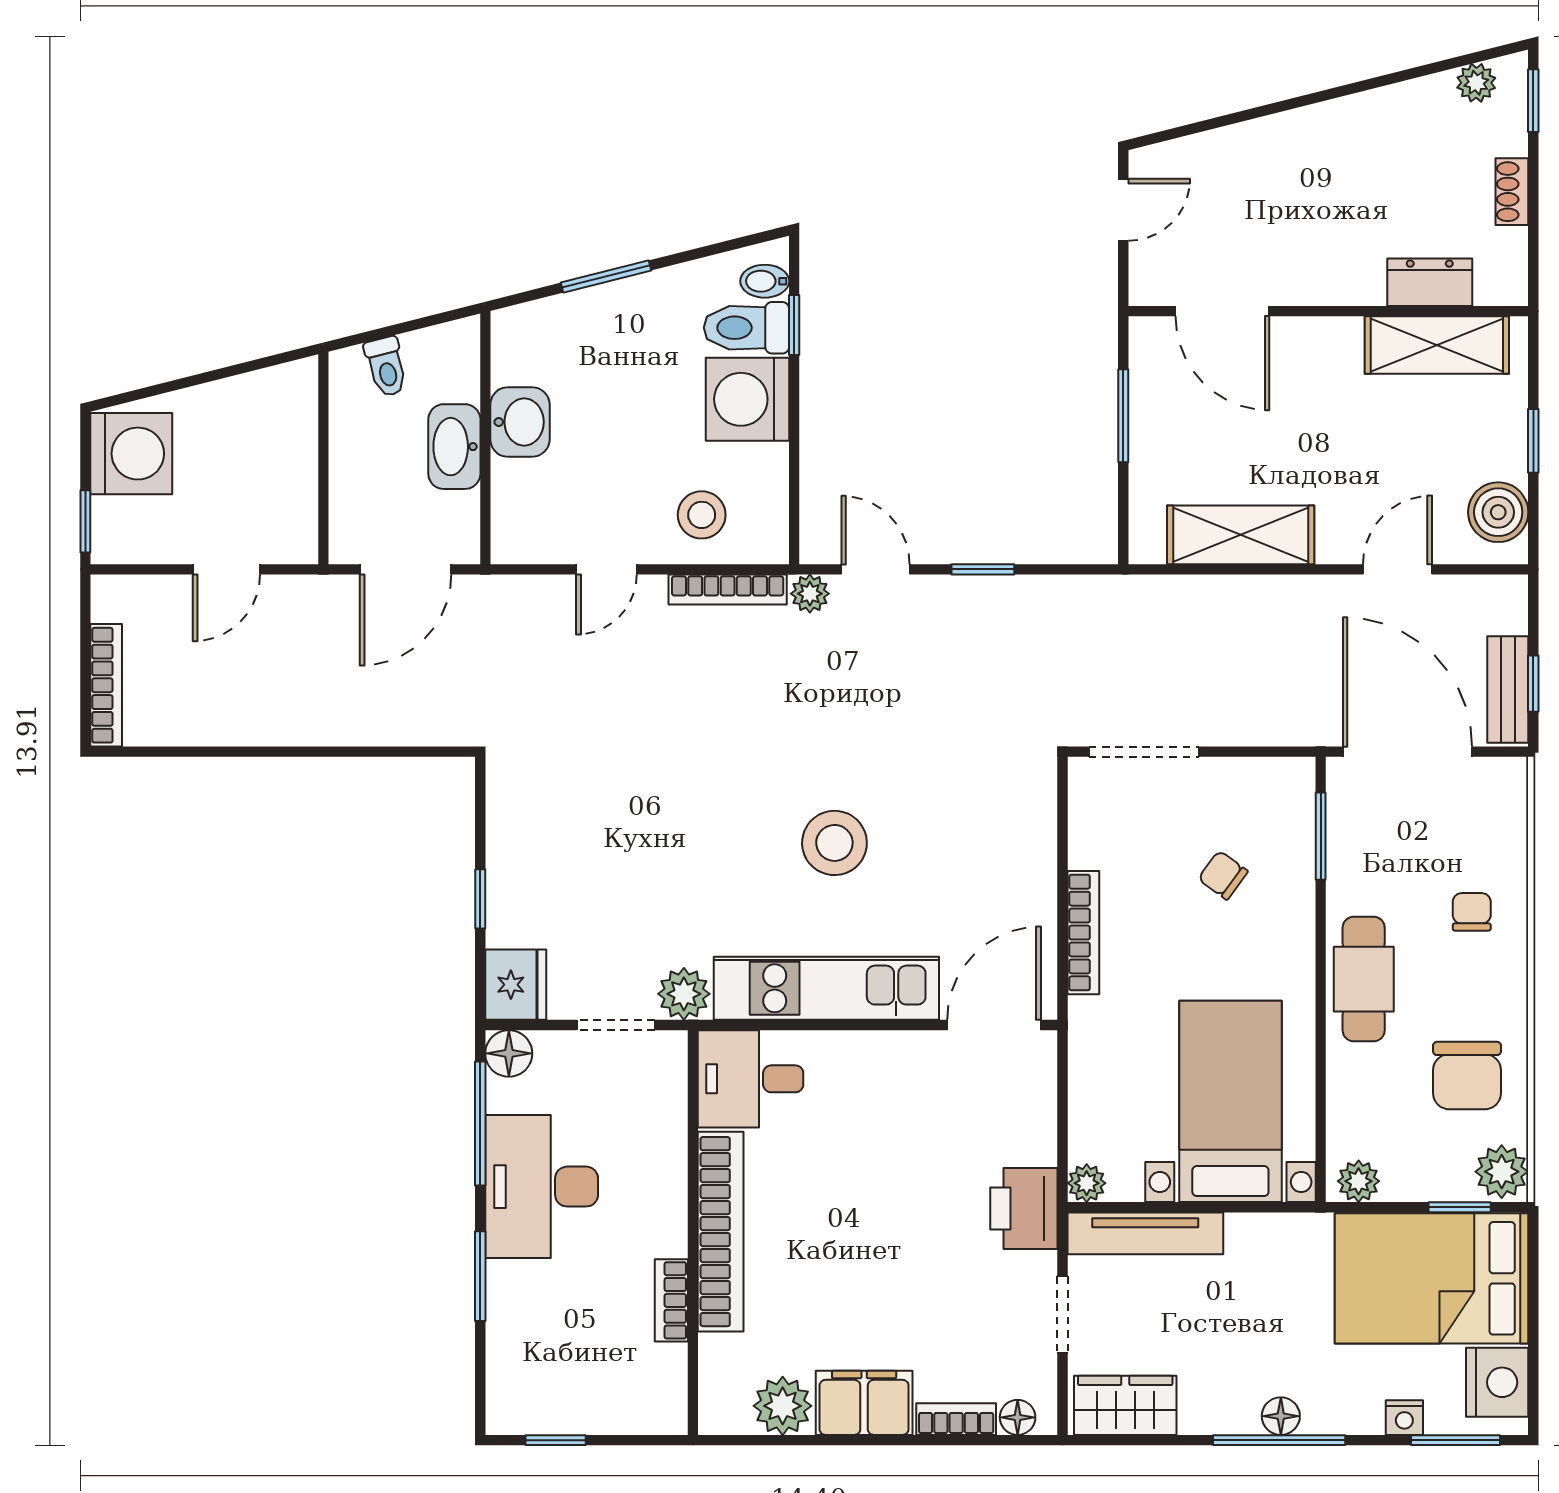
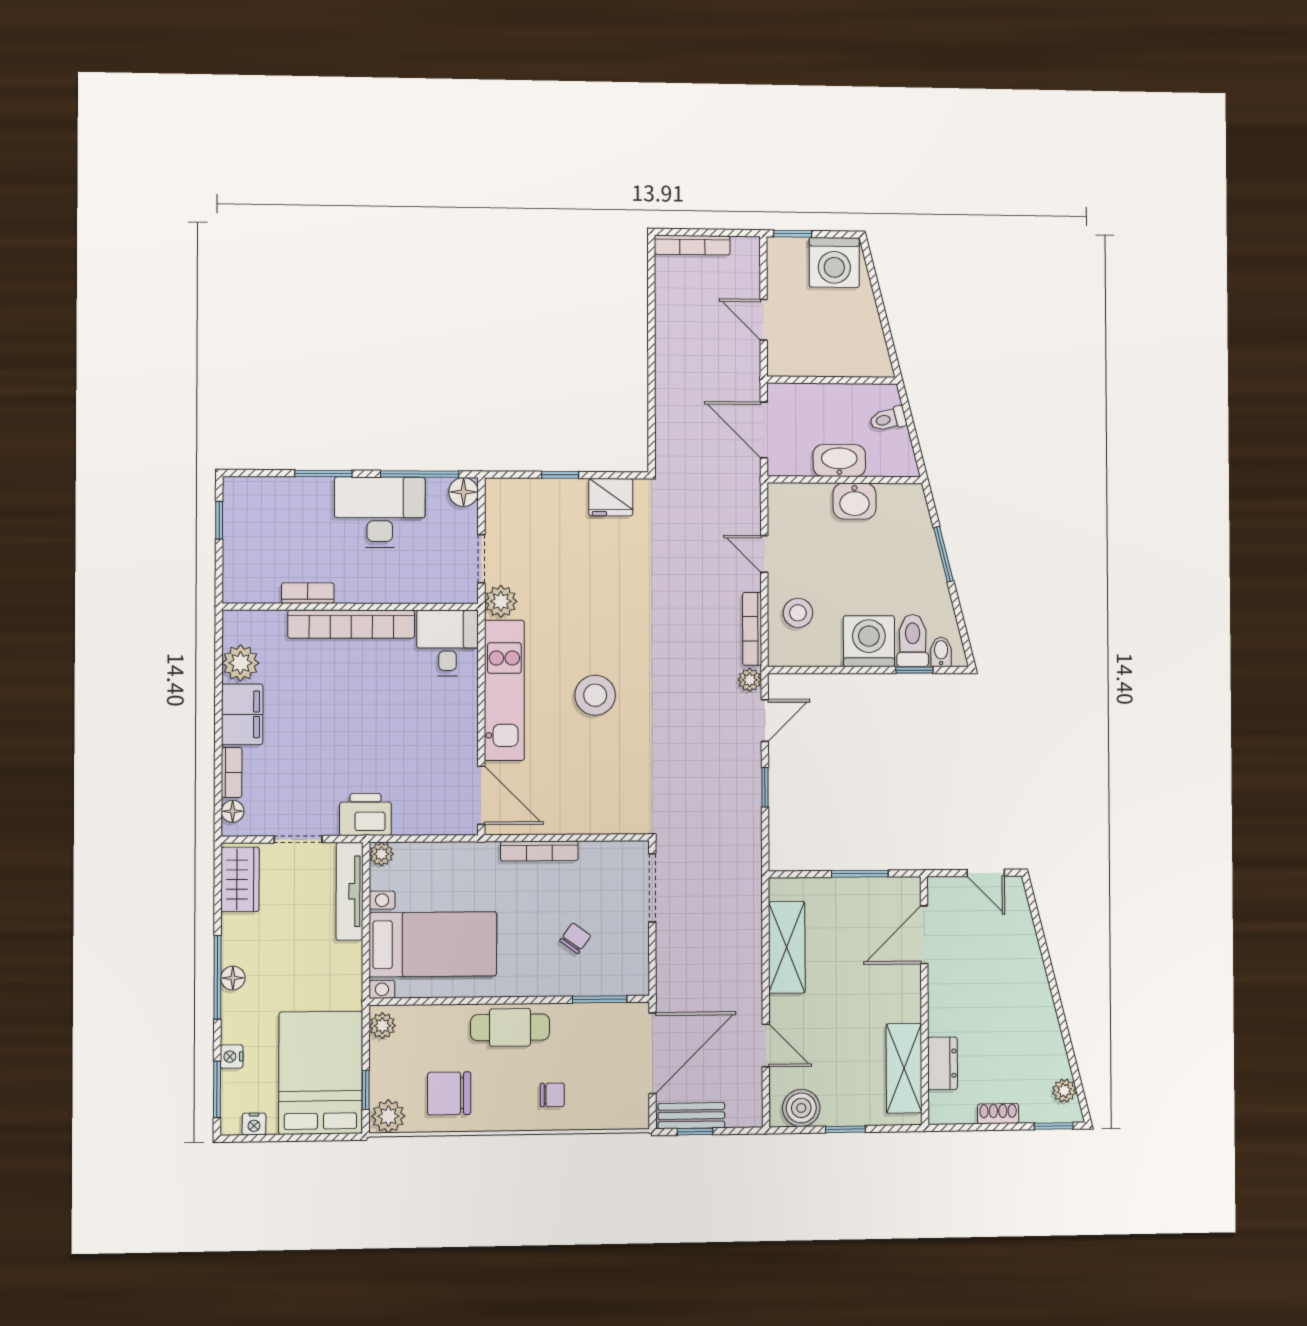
fridge: (516, 985) -> (611, 497), moved
nightstand: (1497, 1382) -> (254, 1124), width x0.53, depth x0.56

